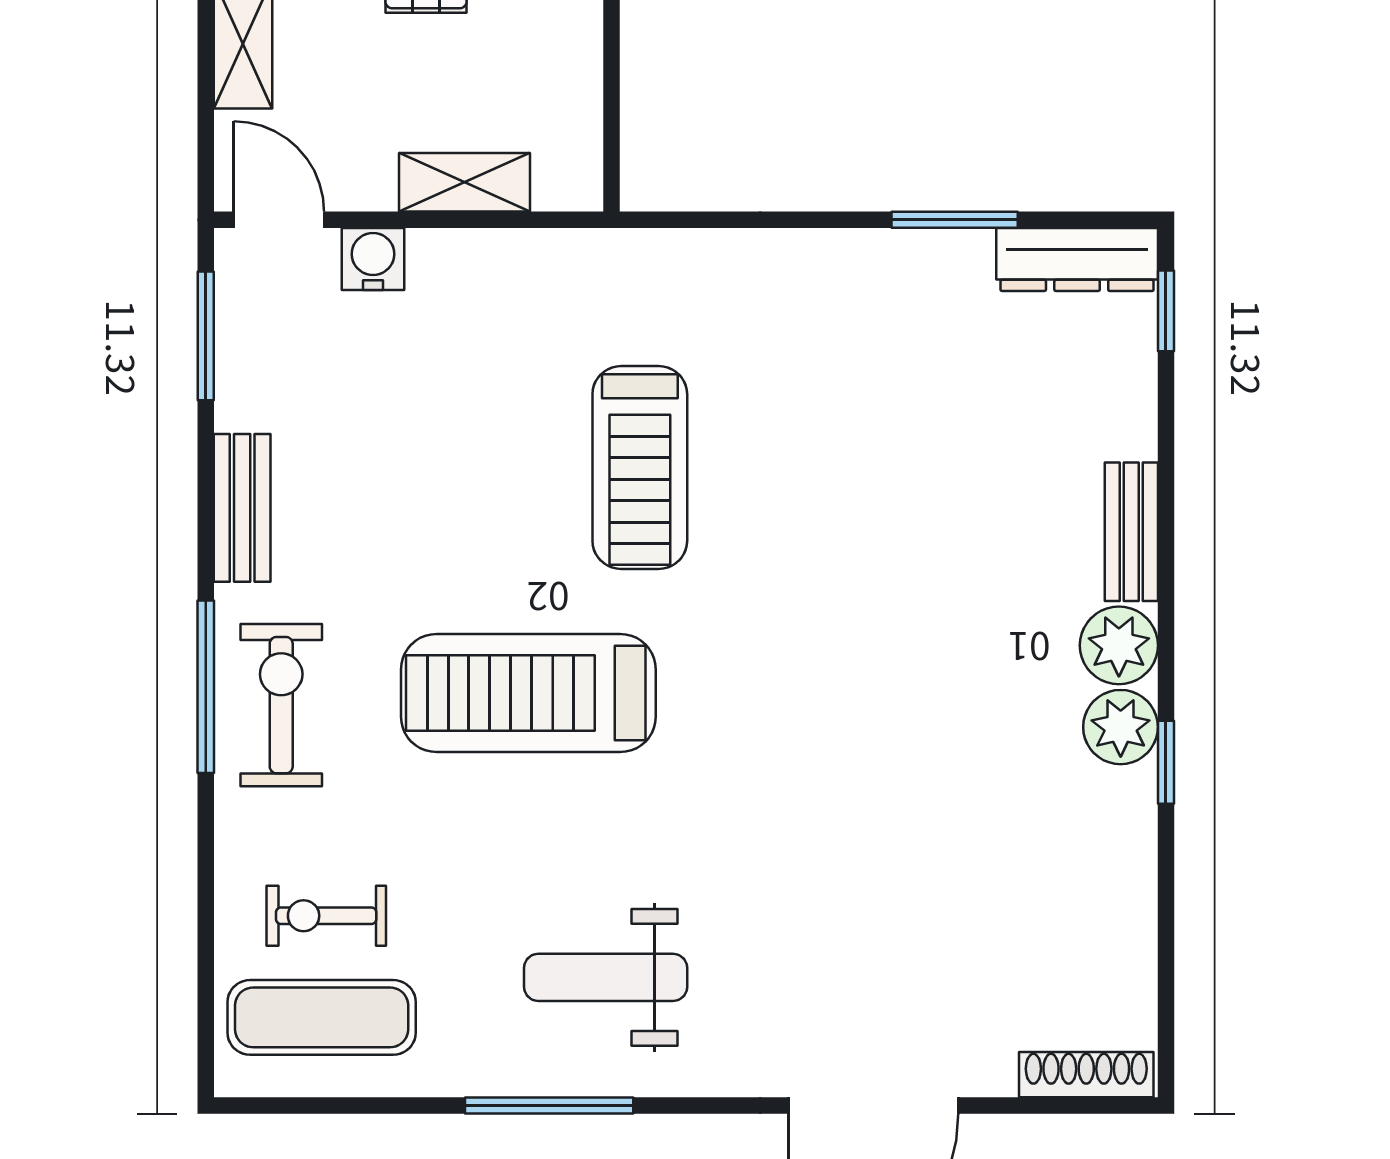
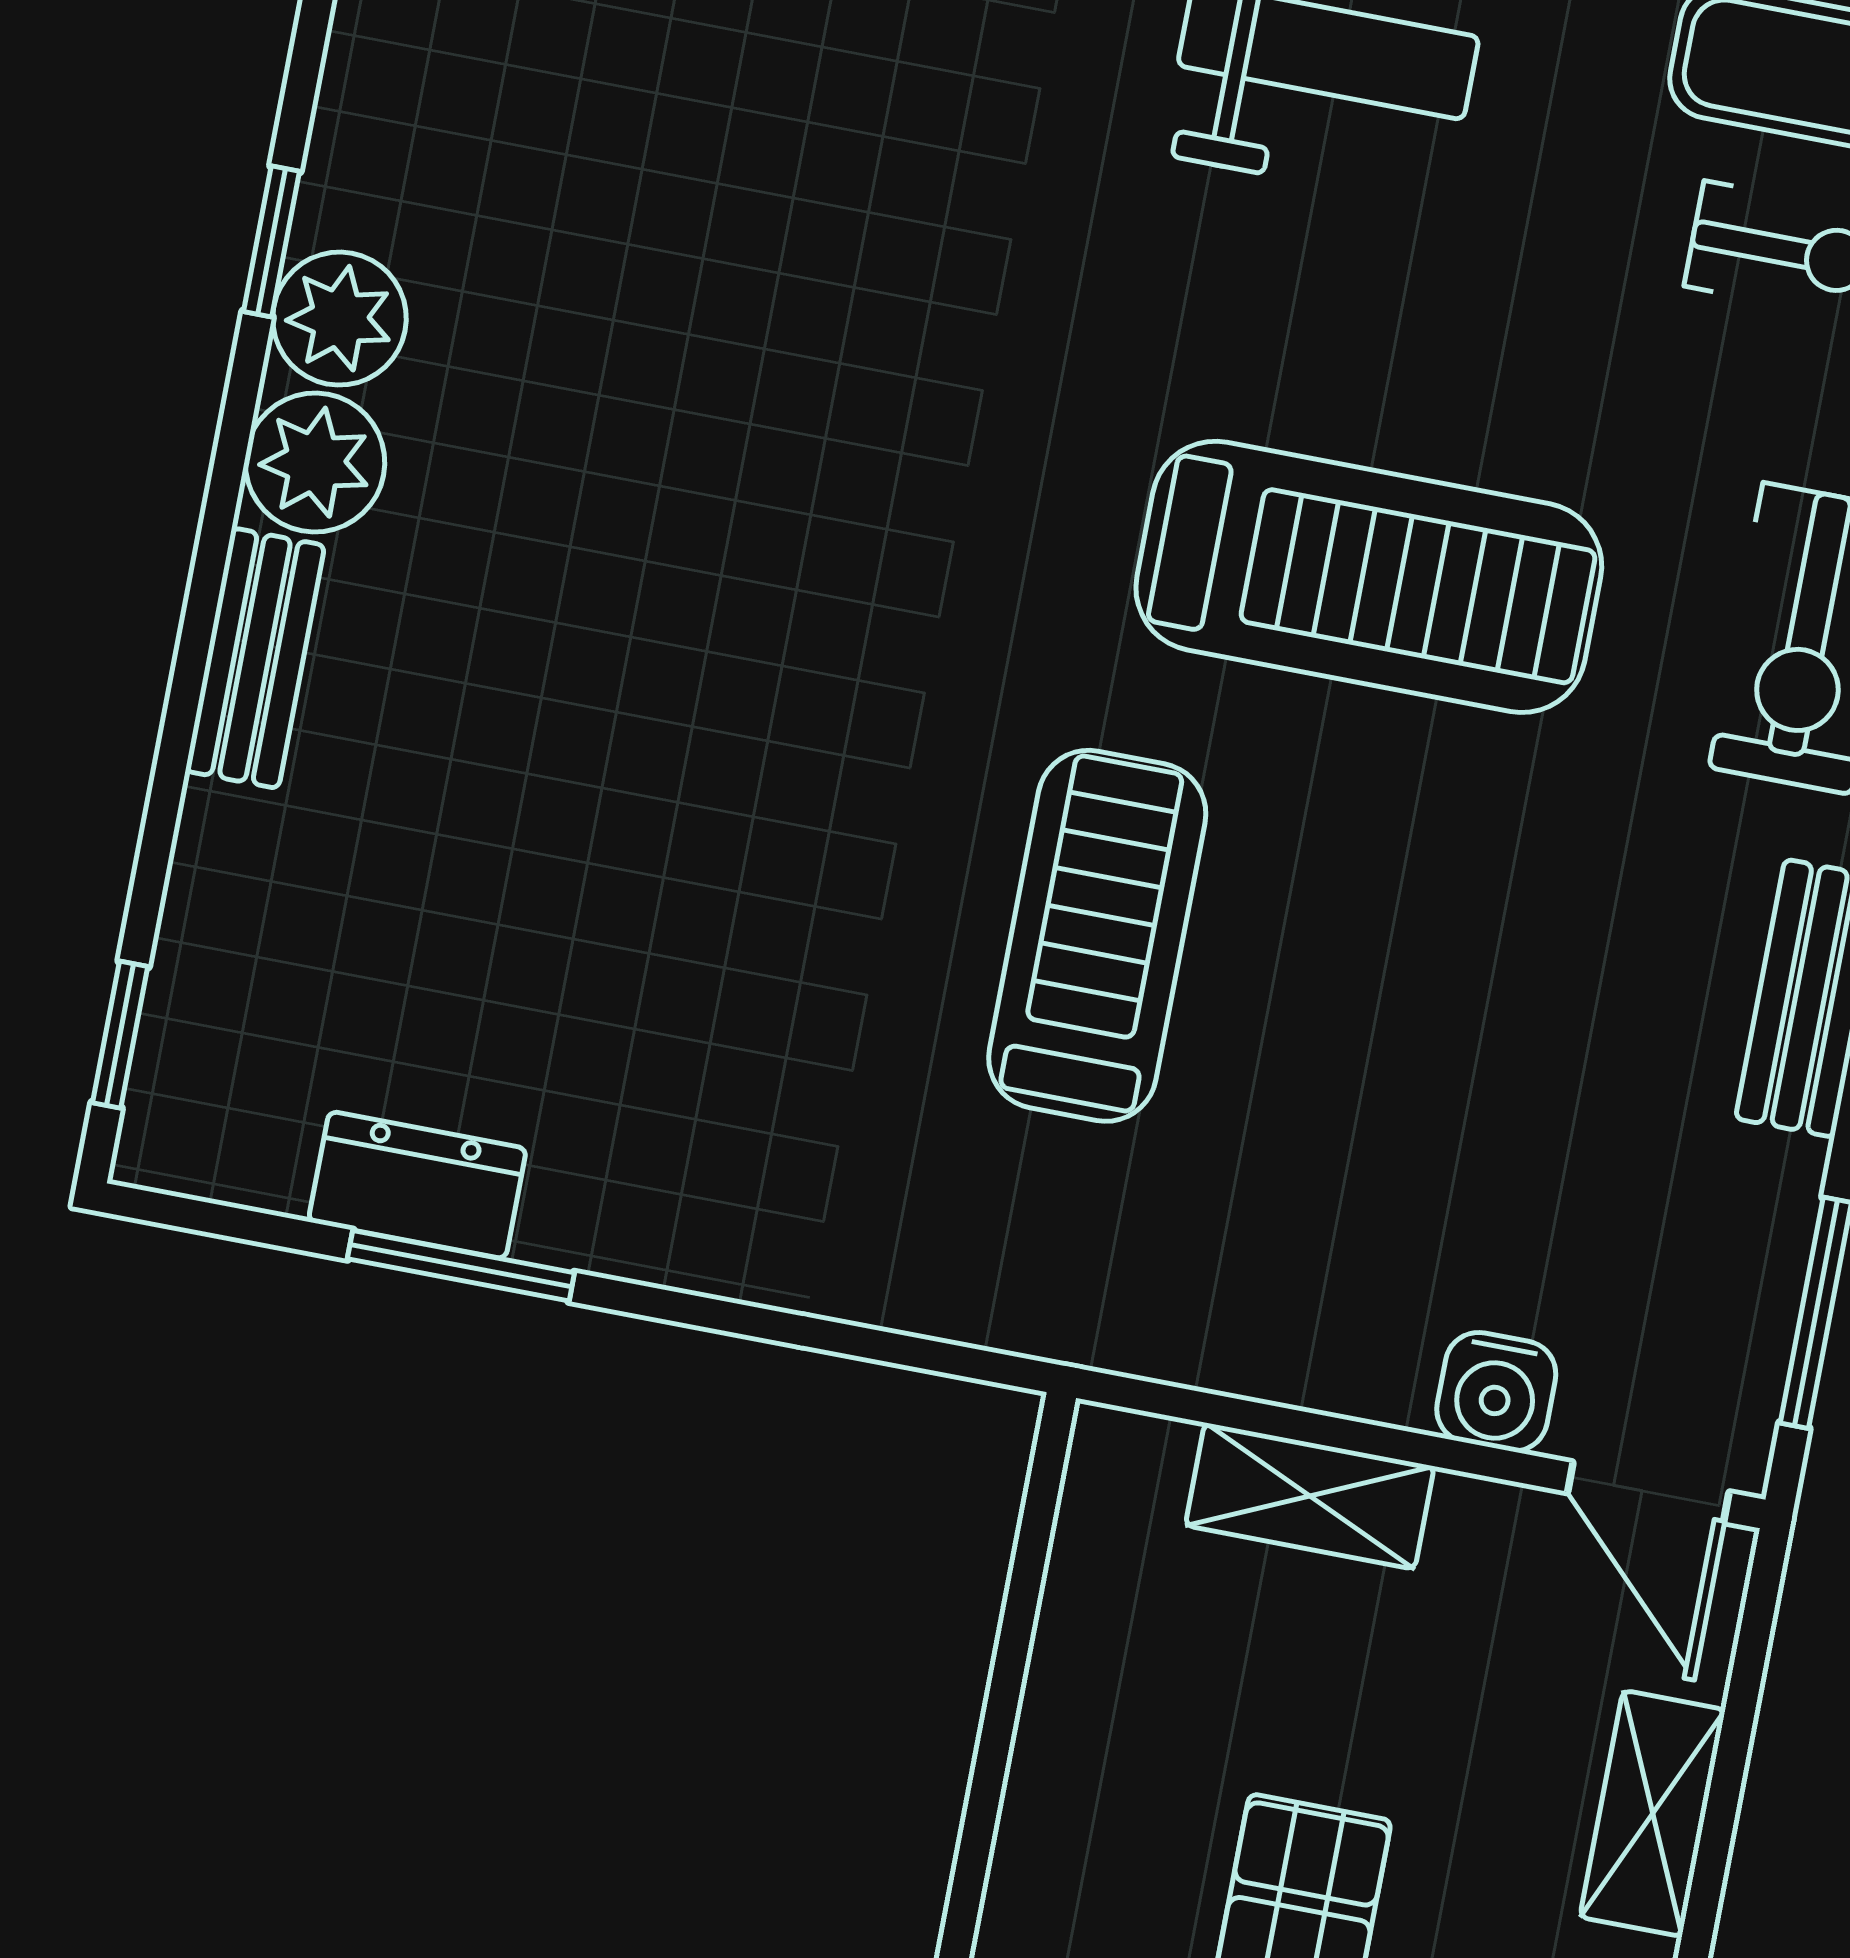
dresser: (1077, 259) -> (417, 1185), moved, width x0.70

